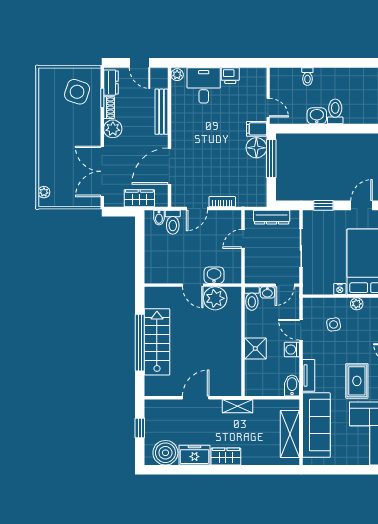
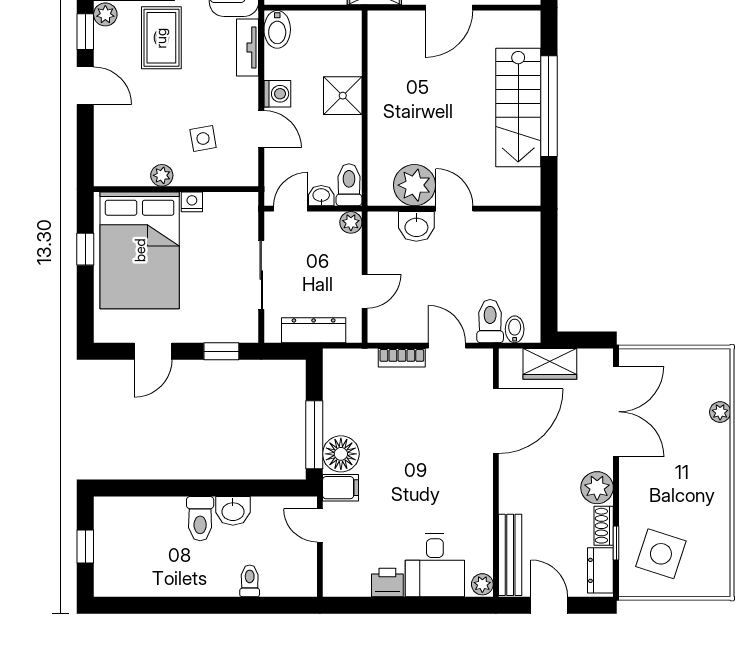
bench: (162, 112) -> (510, 555), moved
plant: (44, 192) -> (720, 412), moved
door: (197, 208) -> (447, 346), hinge flipped
plant: (251, 277) -> (351, 222), added

